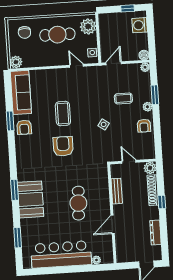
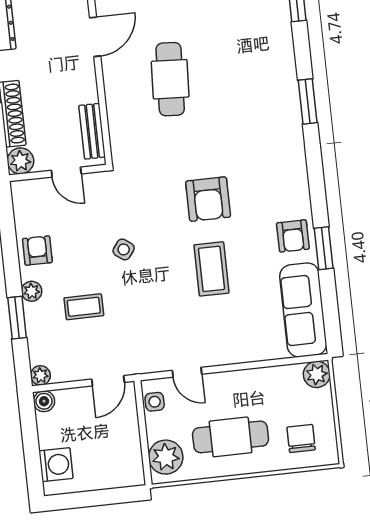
window: (128, 8) -> (83, 499), removed
armchair: (24, 127) -> (293, 236), turned 180
bench: (117, 191) -> (92, 131), moved
booth: (31, 199) -> (272, 83), removed

